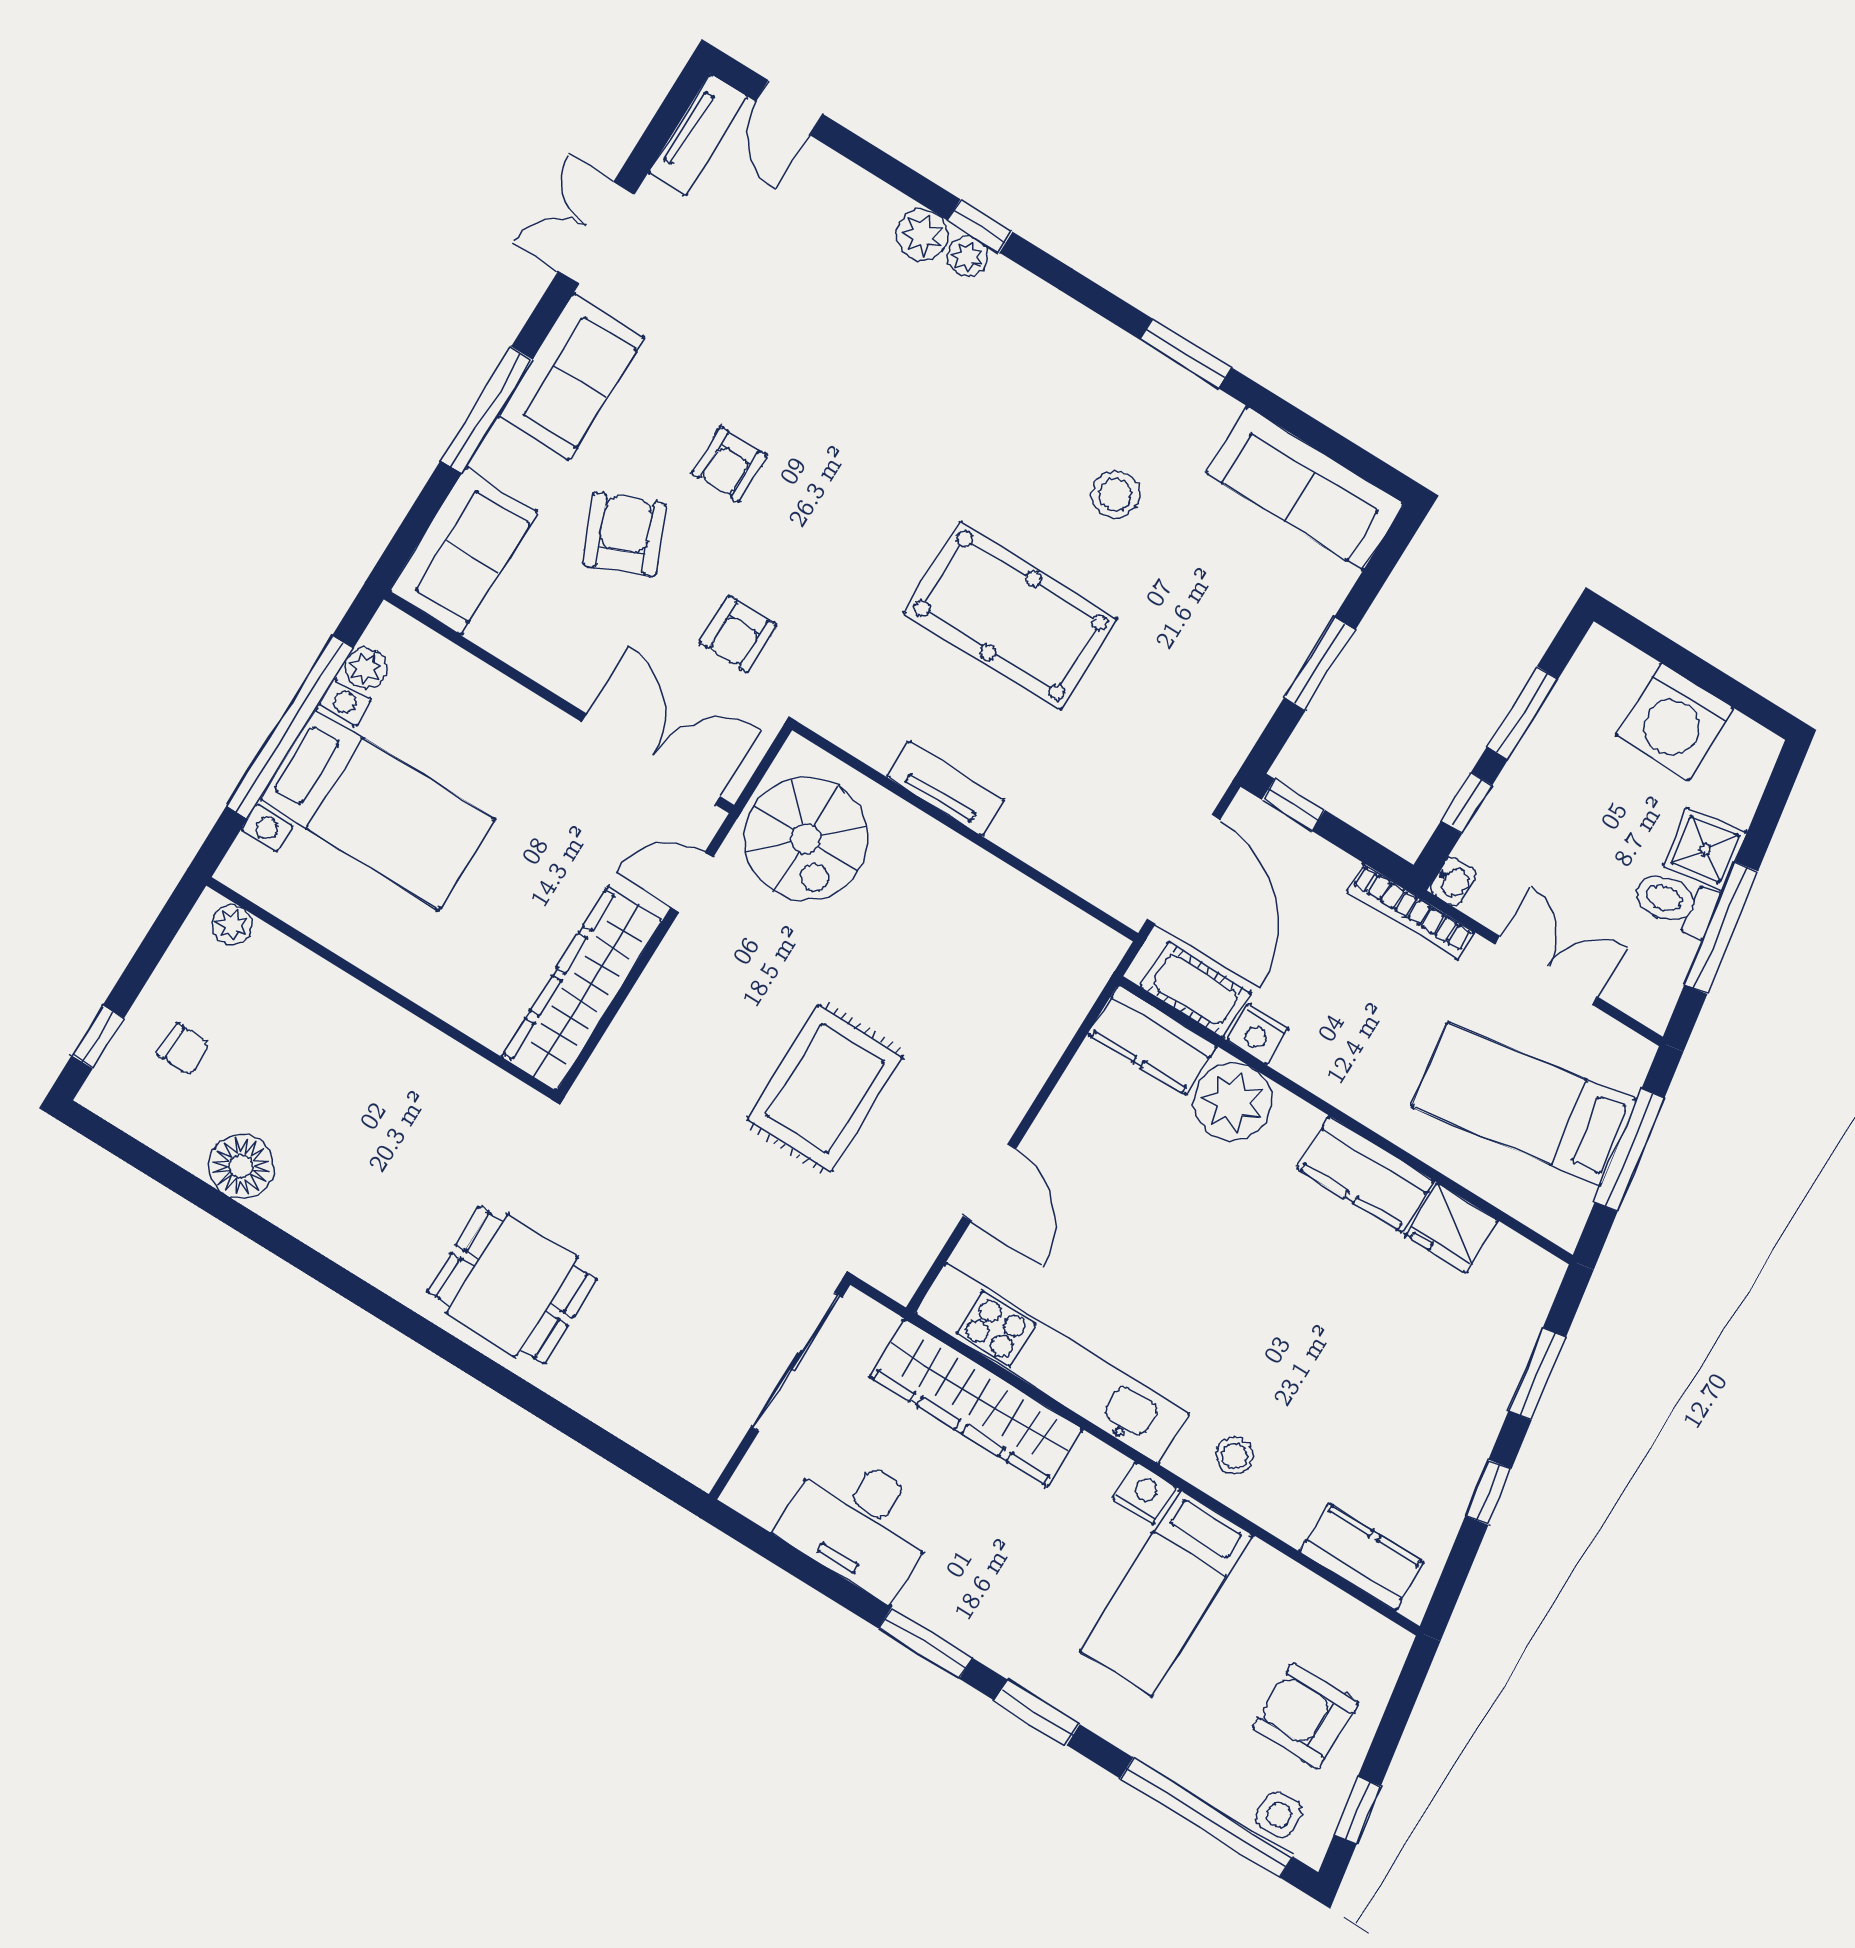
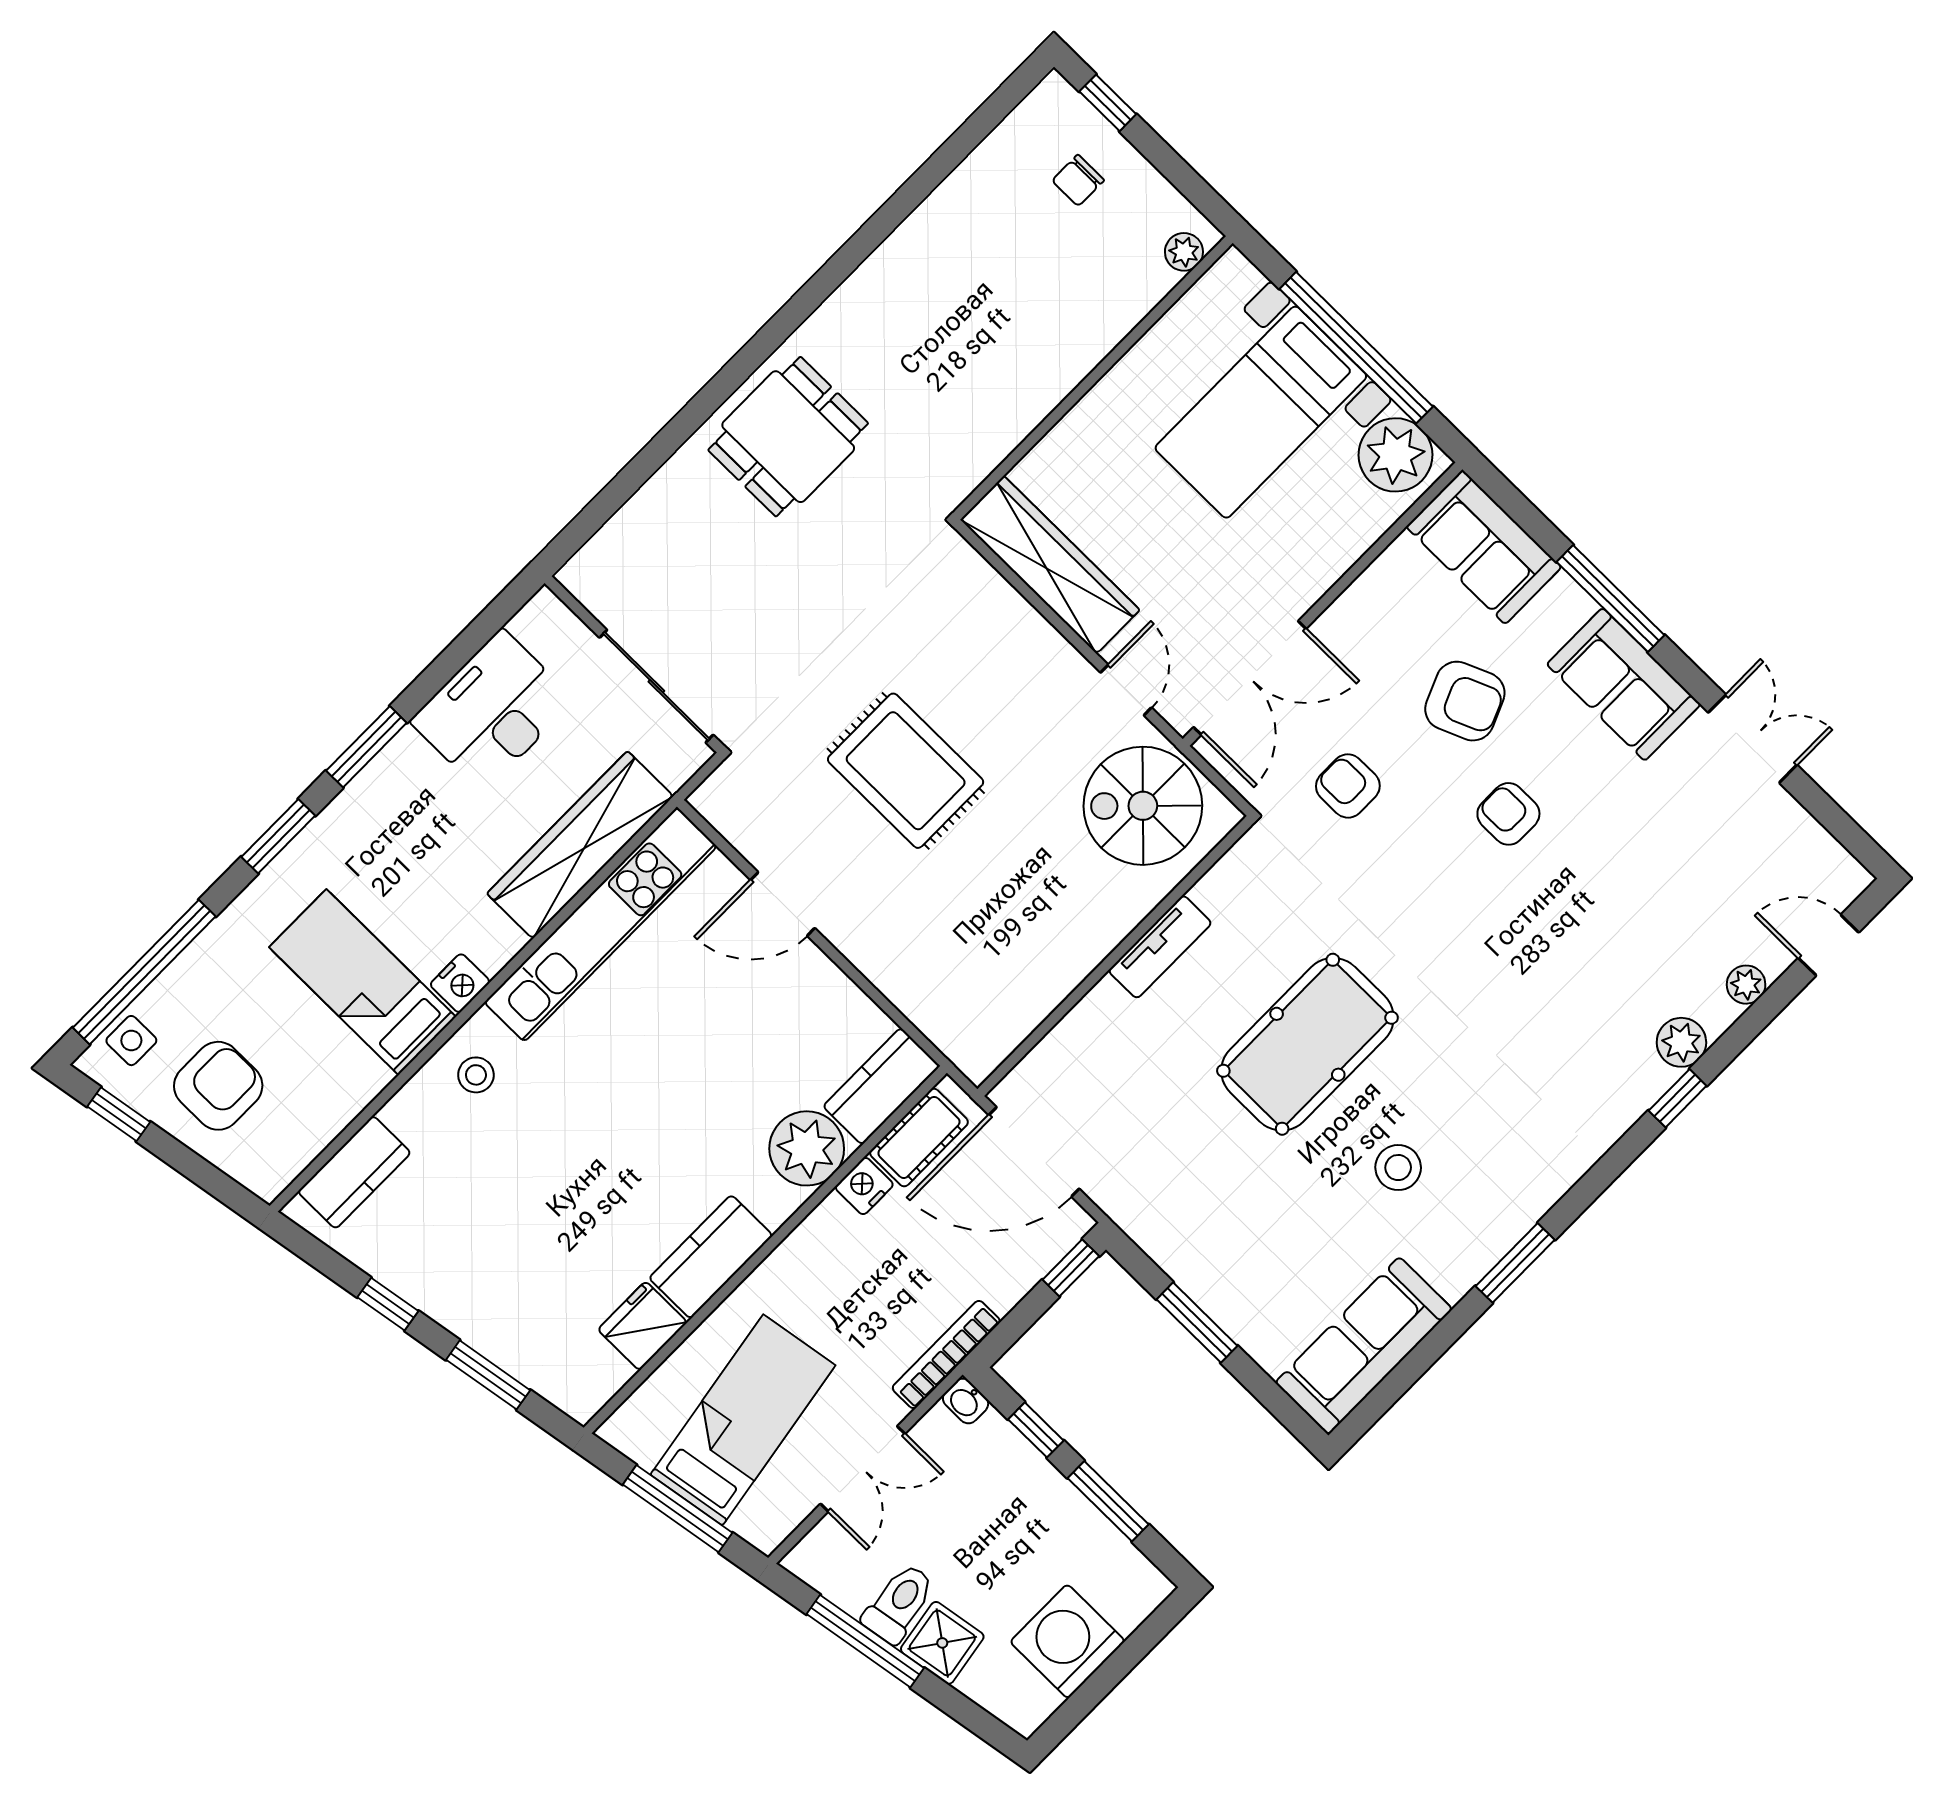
tv unit: (698, 134) -> (1823, 855), removed
plant: (968, 256) -> (1746, 985), moved
plant: (365, 668) -> (1395, 455), width x1.87, depth x1.87
floor lamp: (241, 1166) -> (957, 209), removed

